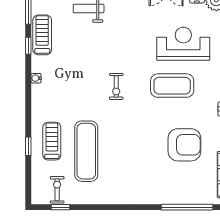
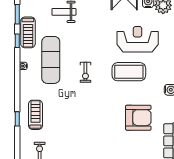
treadmill: (42, 35) -> (28, 32), turned 180
exercise mat: (86, 151) -> (51, 60), moved

